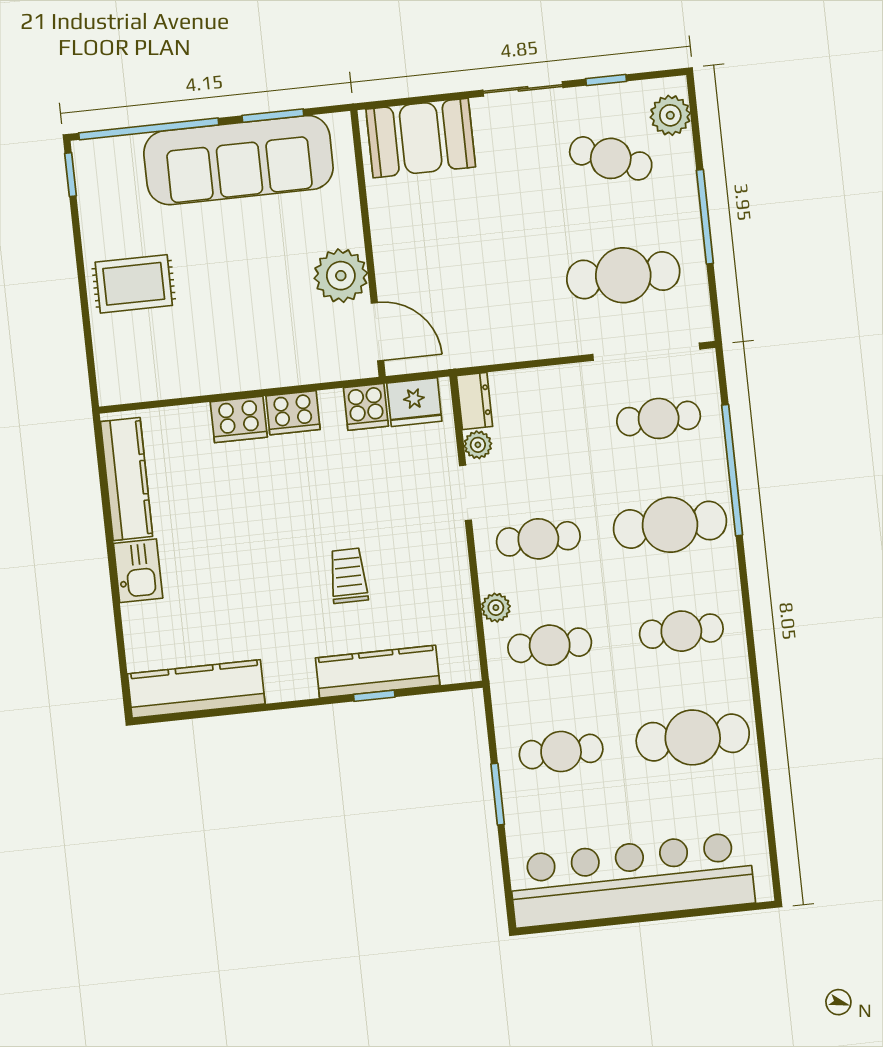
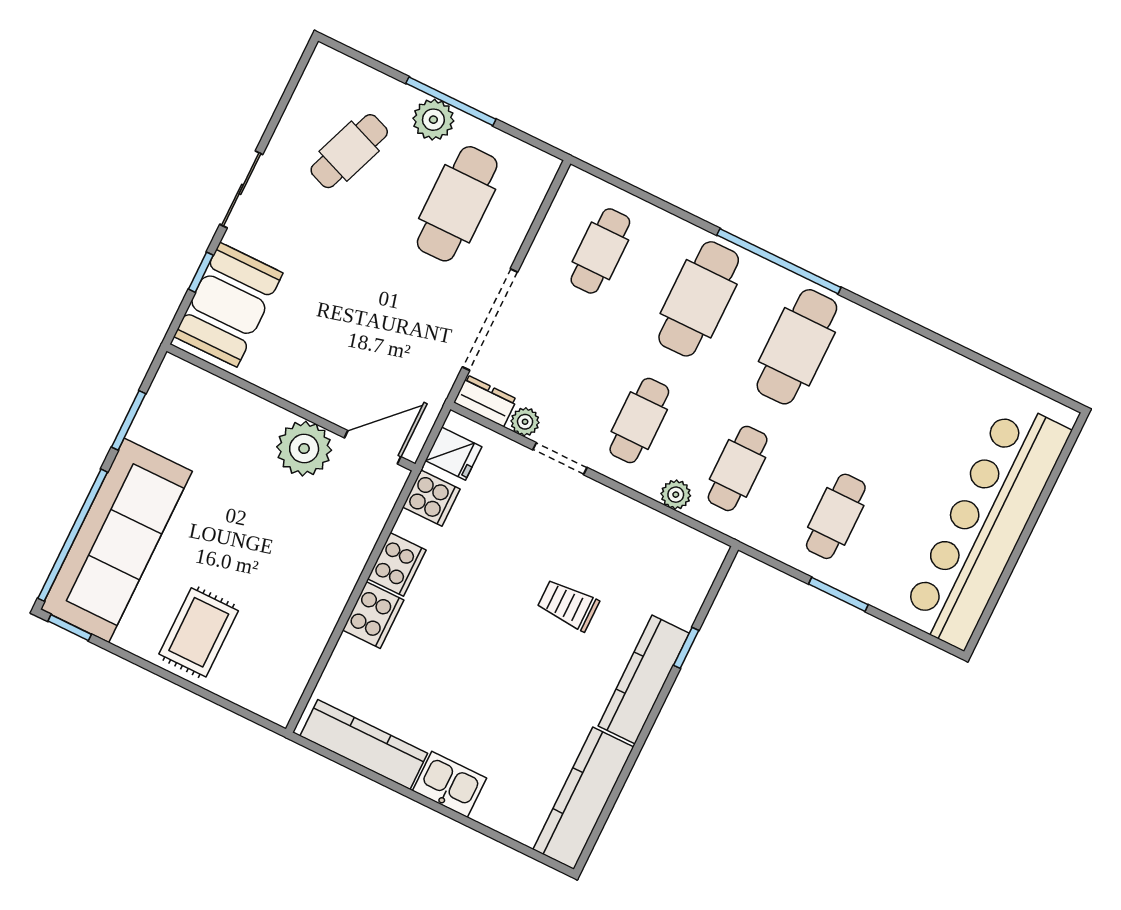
window: (606, 80) -> (201, 272), moved
plant: (670, 115) -> (433, 120), moved
sofa: (238, 160) -> (116, 540), moved
doorway: (646, 352) -> (490, 320), moved
fridge: (414, 402) -> (453, 454), width x0.72
window: (732, 470) -> (779, 261), moved
cafe table: (681, 631) -> (797, 347), width x1.37, depth x1.35
kitchen counter: (378, 672) -> (644, 680), moved
cafe table: (693, 737) -> (895, 395), removed

